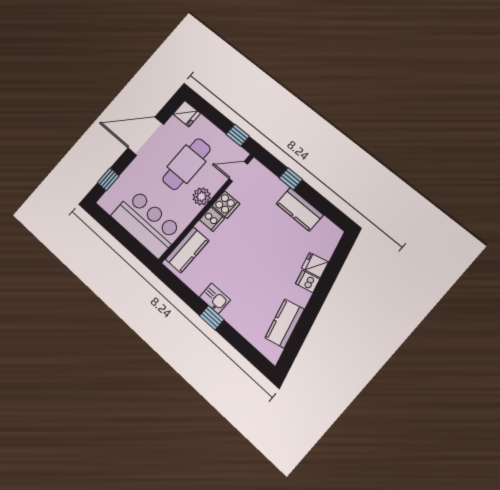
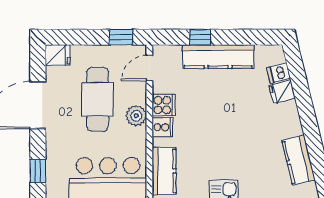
kitchen counter: (300, 209) -> (218, 57), width x1.50
dishwasher: (308, 281) -> (278, 73), moved

